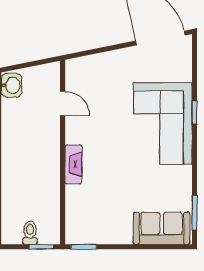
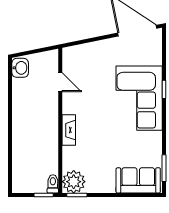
plant: (80, 230) -> (74, 182), added
toilet: (30, 233) -> (53, 184), moved

